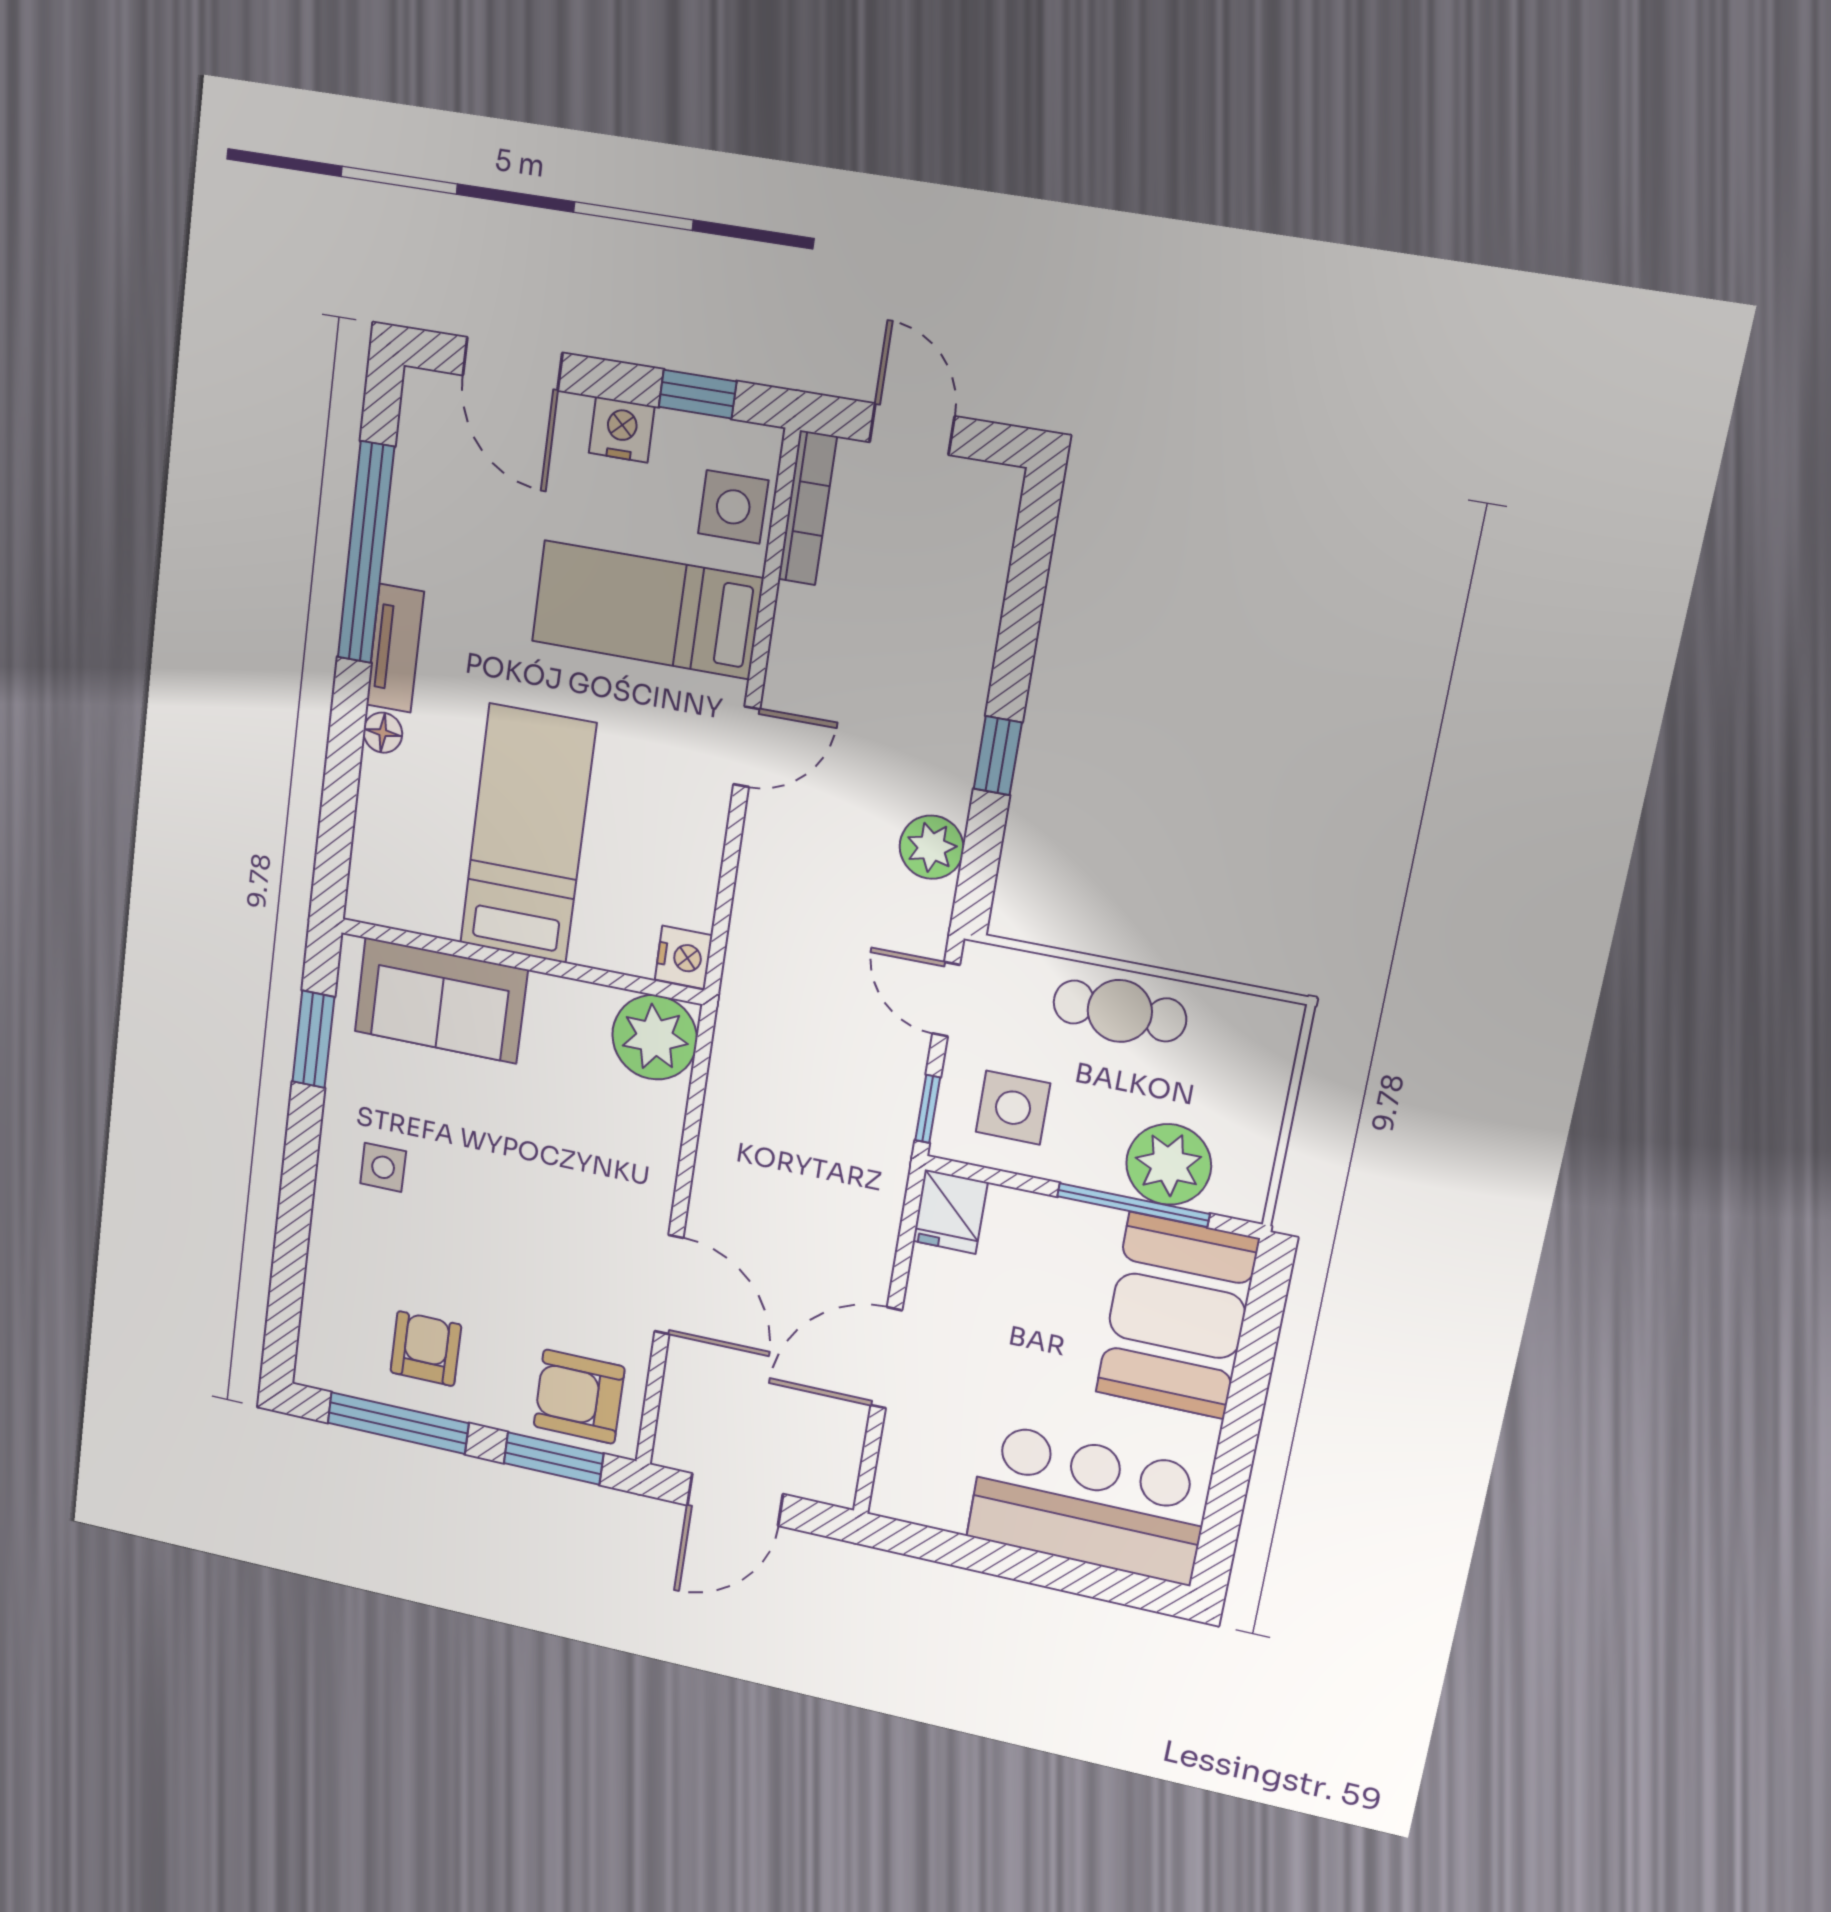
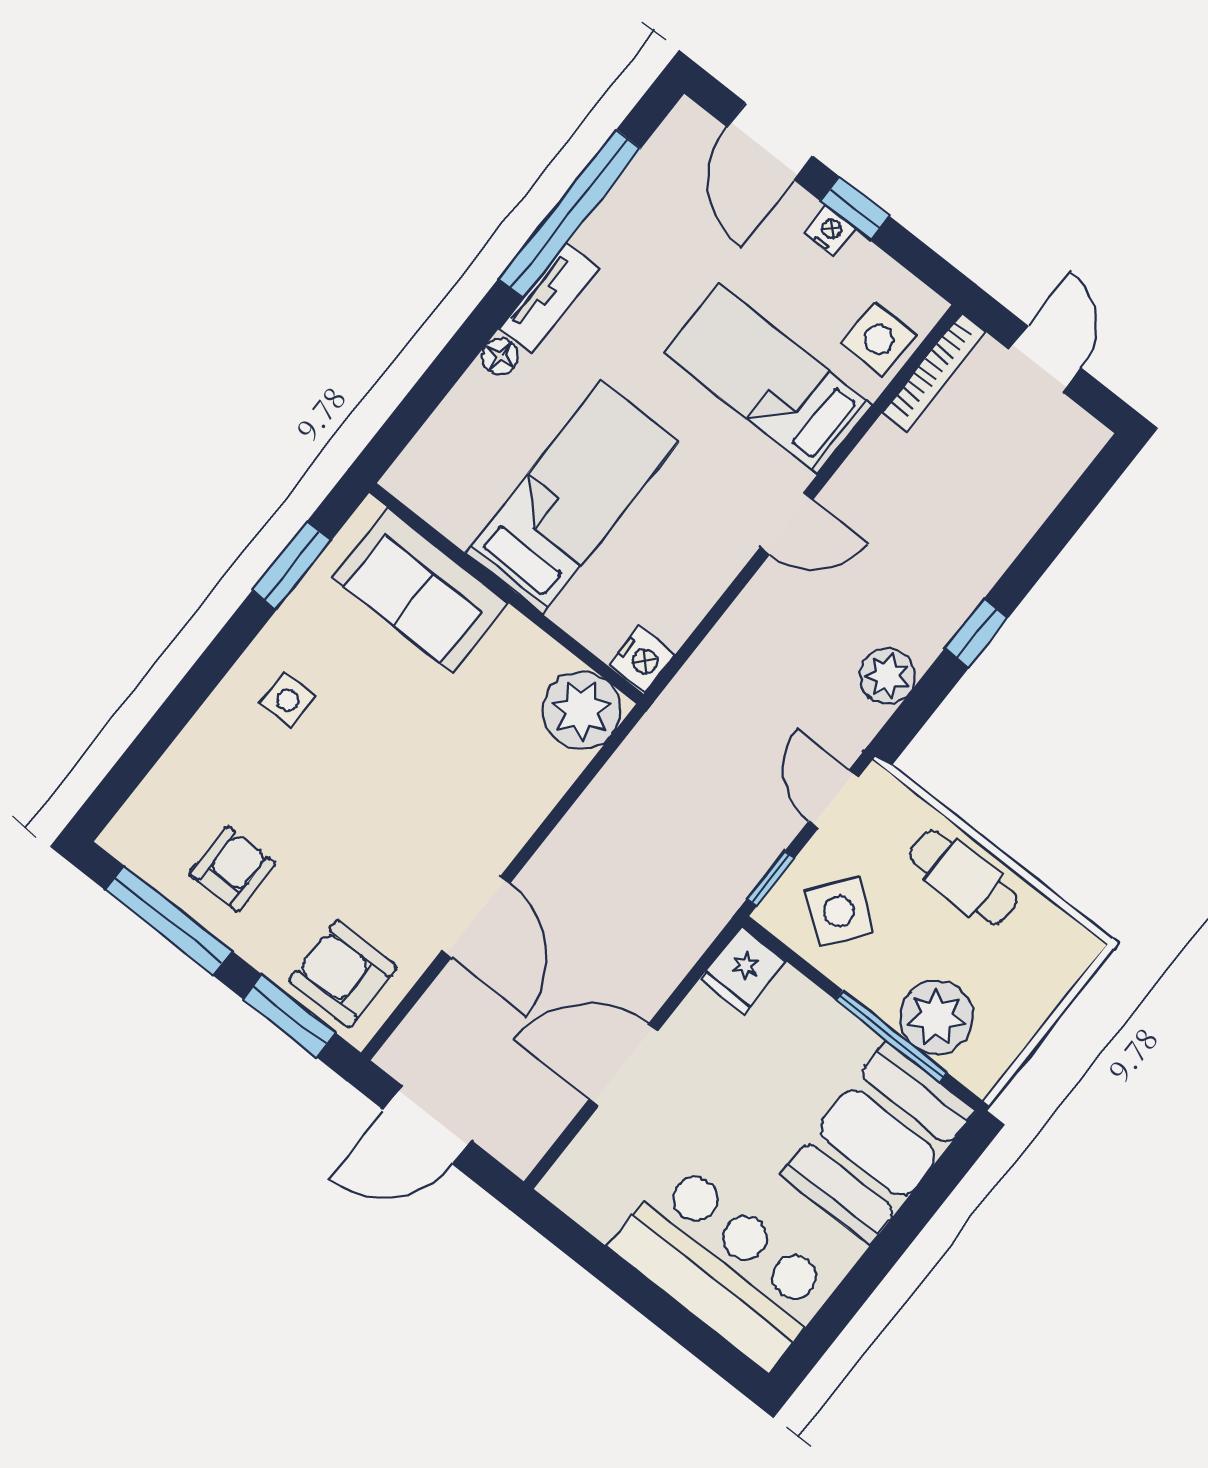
window: (698, 394) -> (855, 208), moved
nightstand: (622, 430) -> (830, 231), width x0.72, depth x0.74
side table: (1013, 1108) -> (839, 912), turned 37

